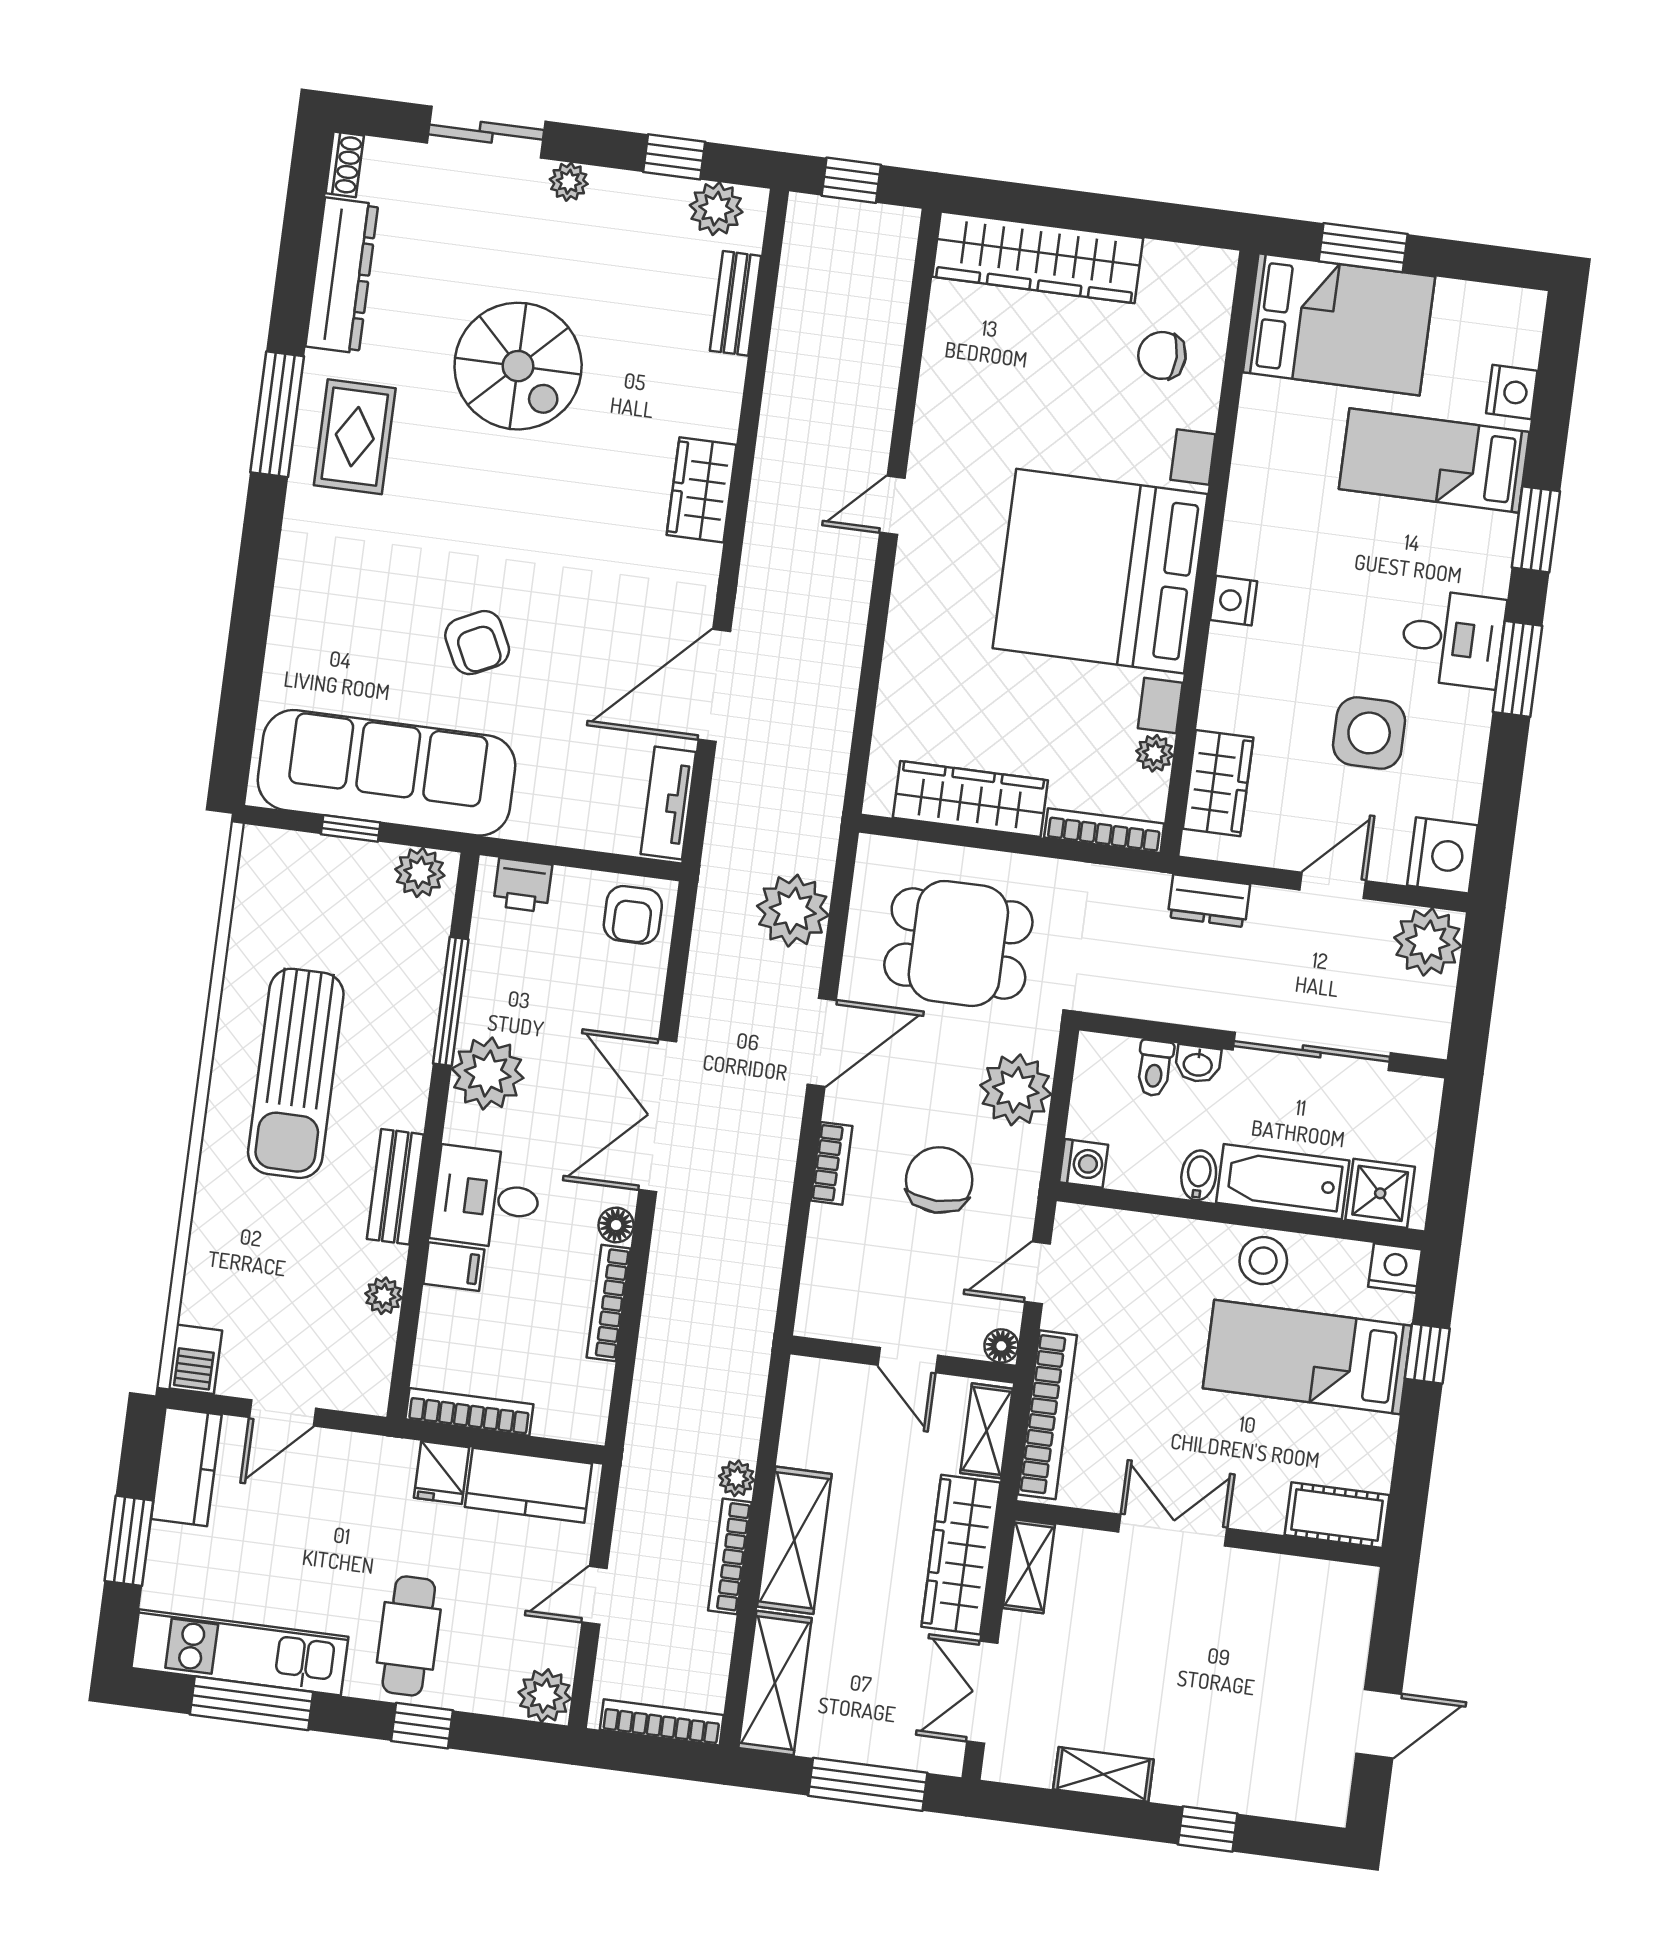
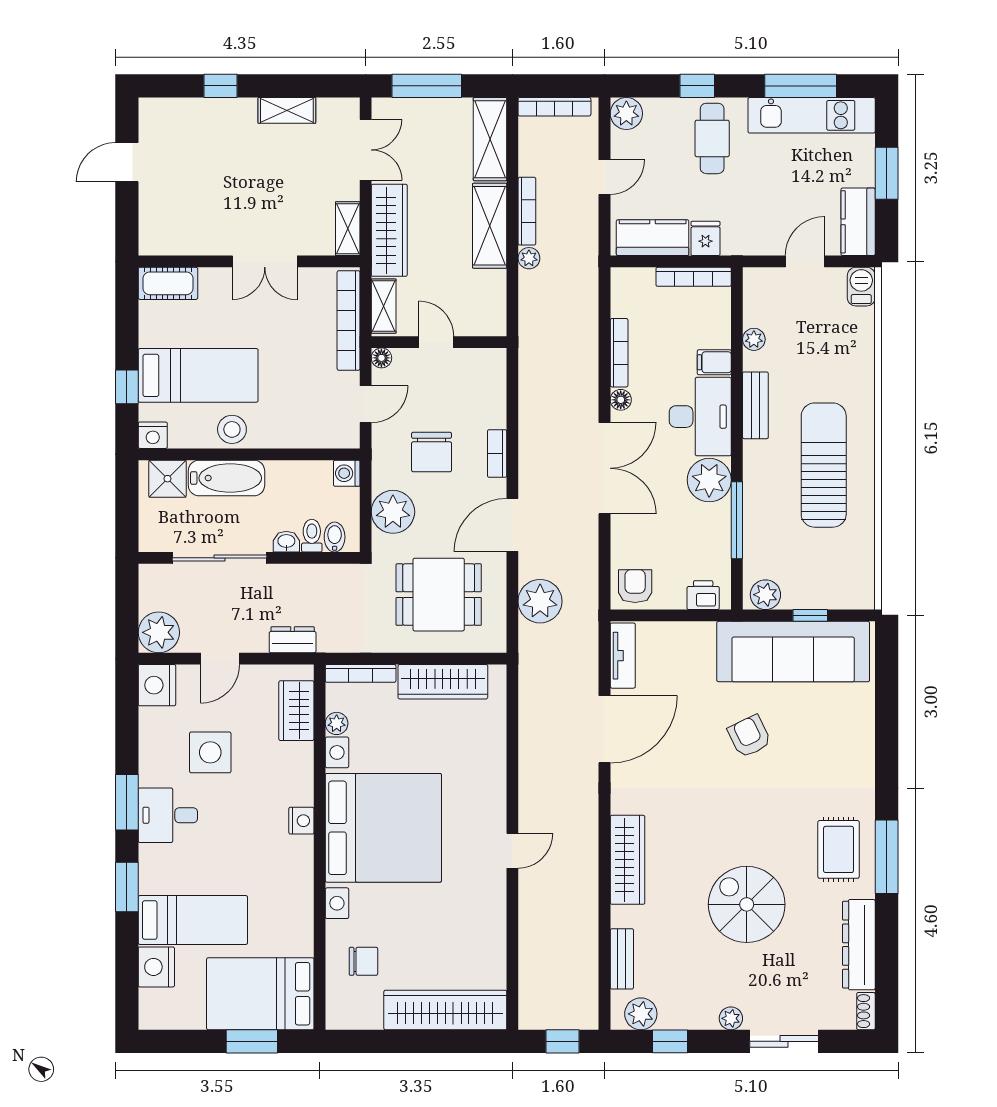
nightstand: (1512, 392) -> (156, 967), width x1.36, depth x1.33
wardrobe: (702, 490) -> (627, 860), width x1.50
bidet: (1199, 1175) -> (335, 537), moved, turned 180
desk: (486, 1198) -> (700, 417), width x1.37

